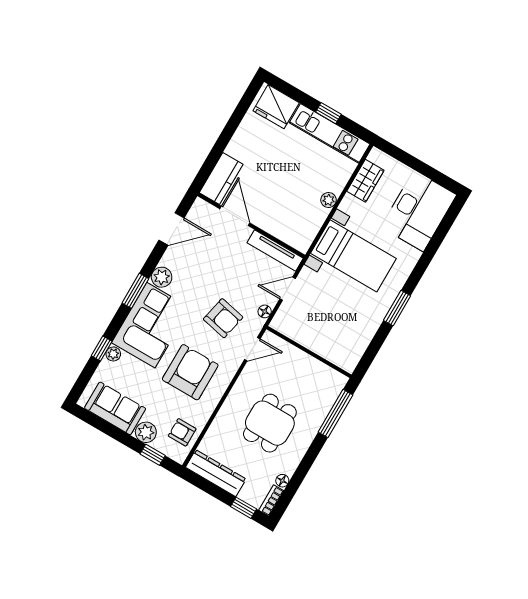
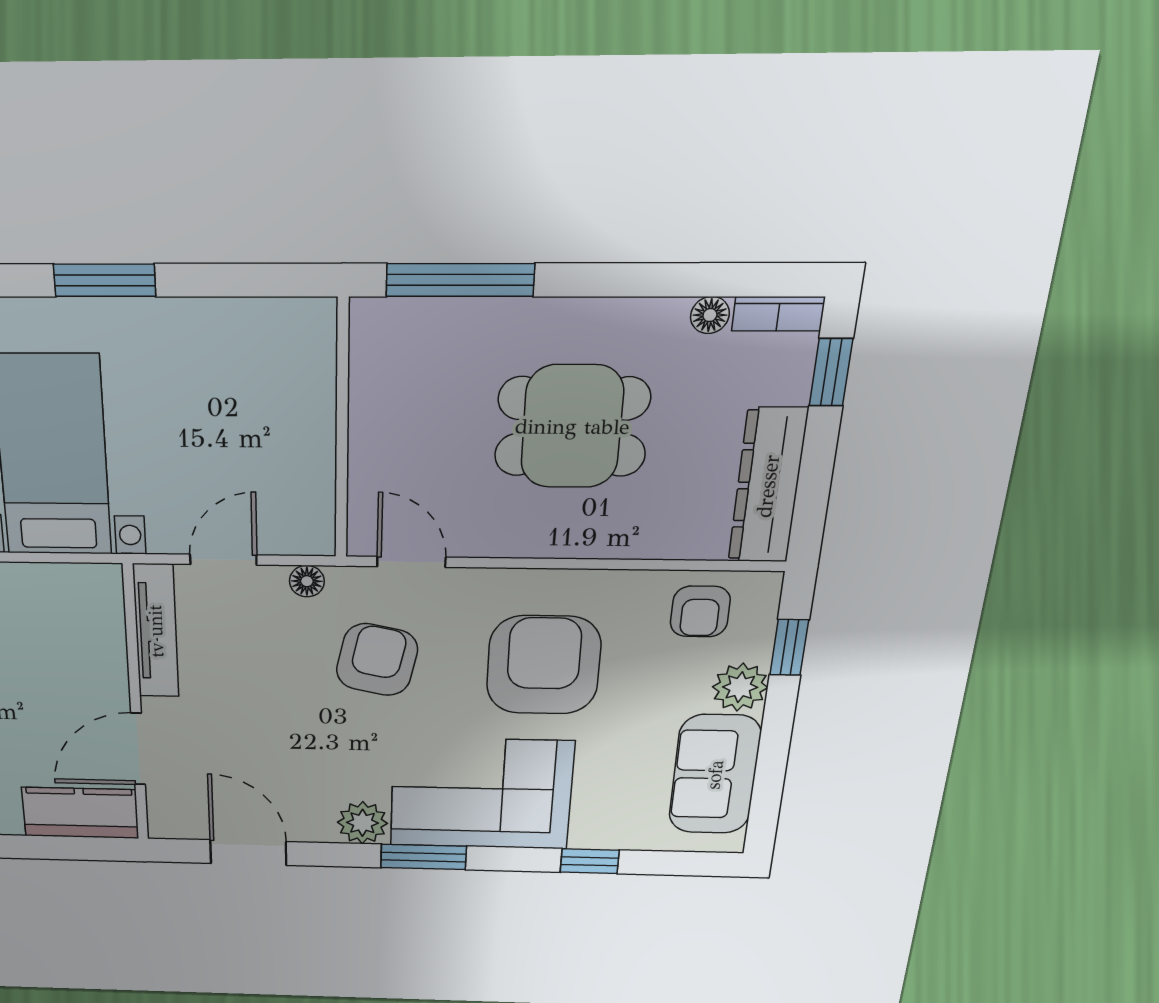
door: (288, 289) -> (223, 560), swing flipped
plant: (113, 354) -> (589, 834), removed
armchair: (190, 372) -> (543, 665), turned 90

